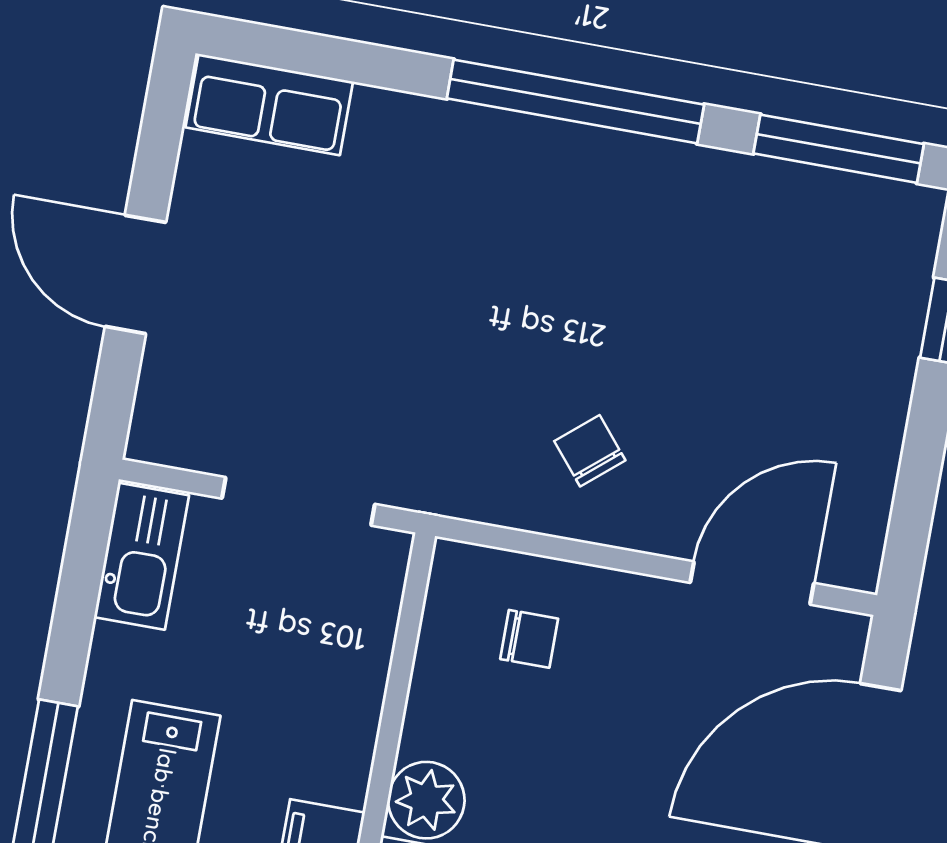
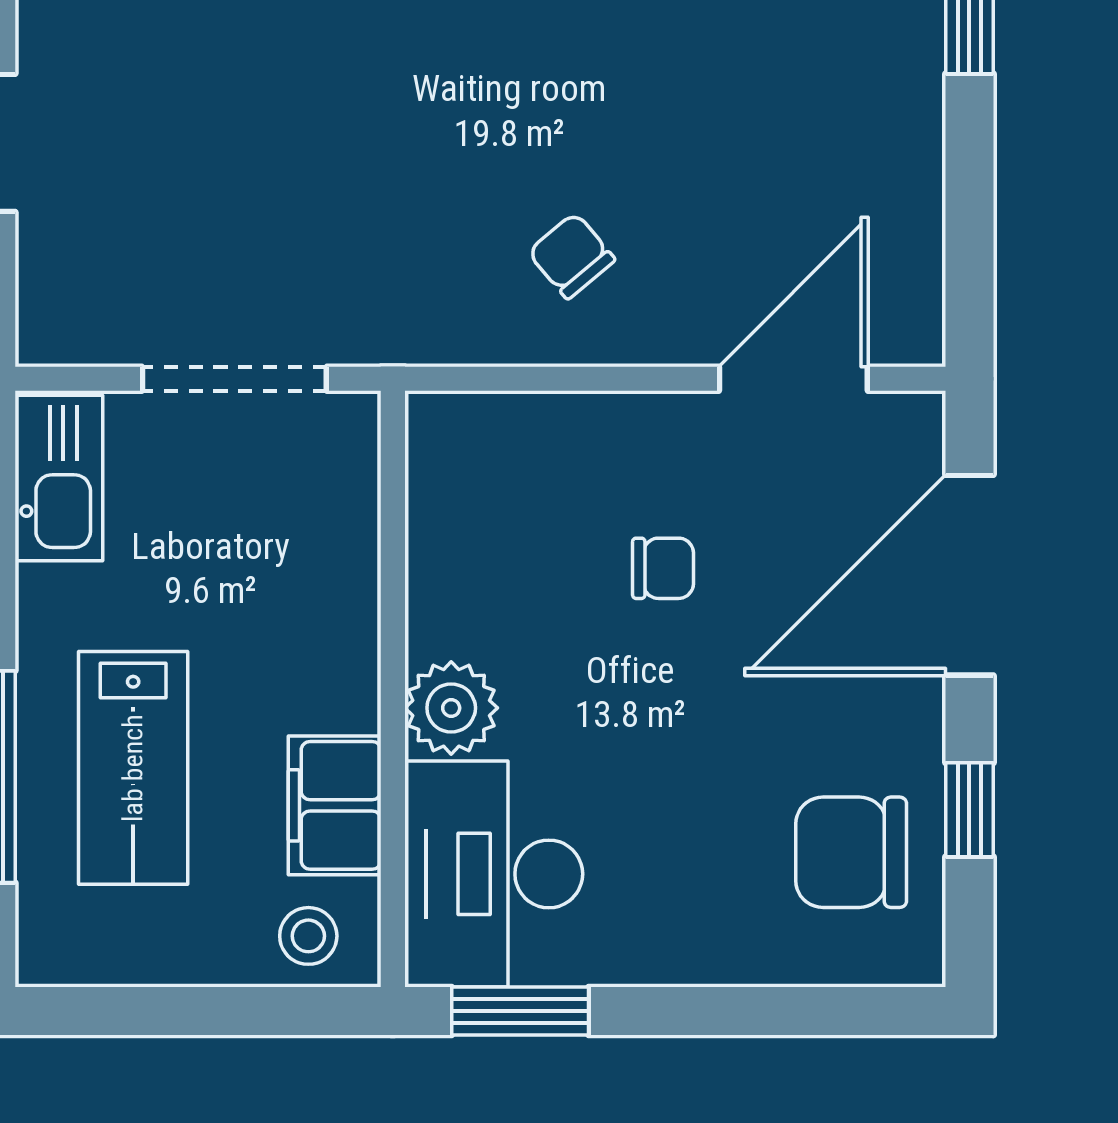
chair: (529, 639) -> (663, 568), moved

